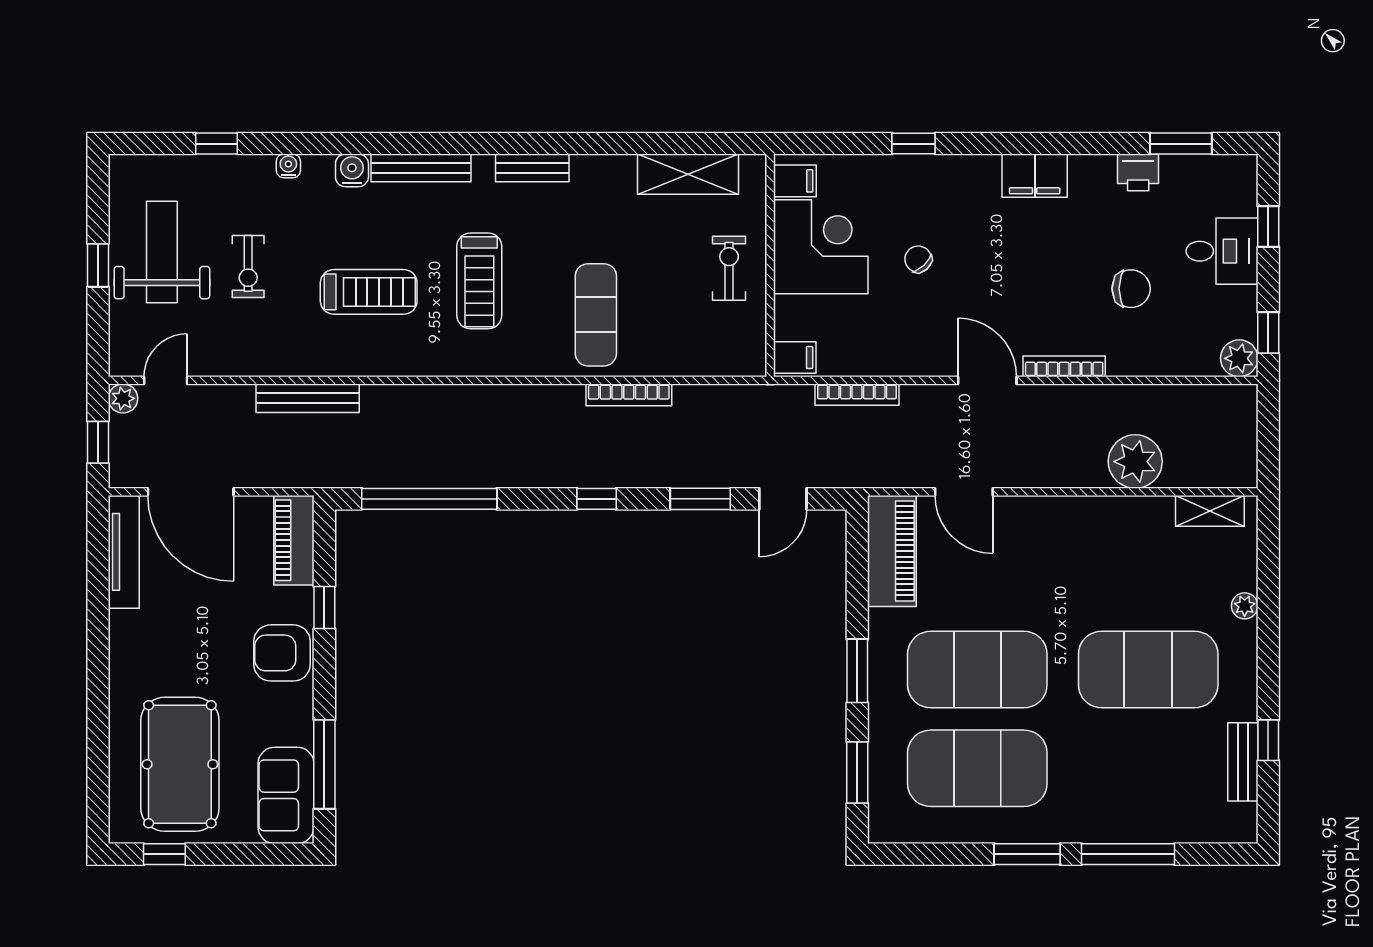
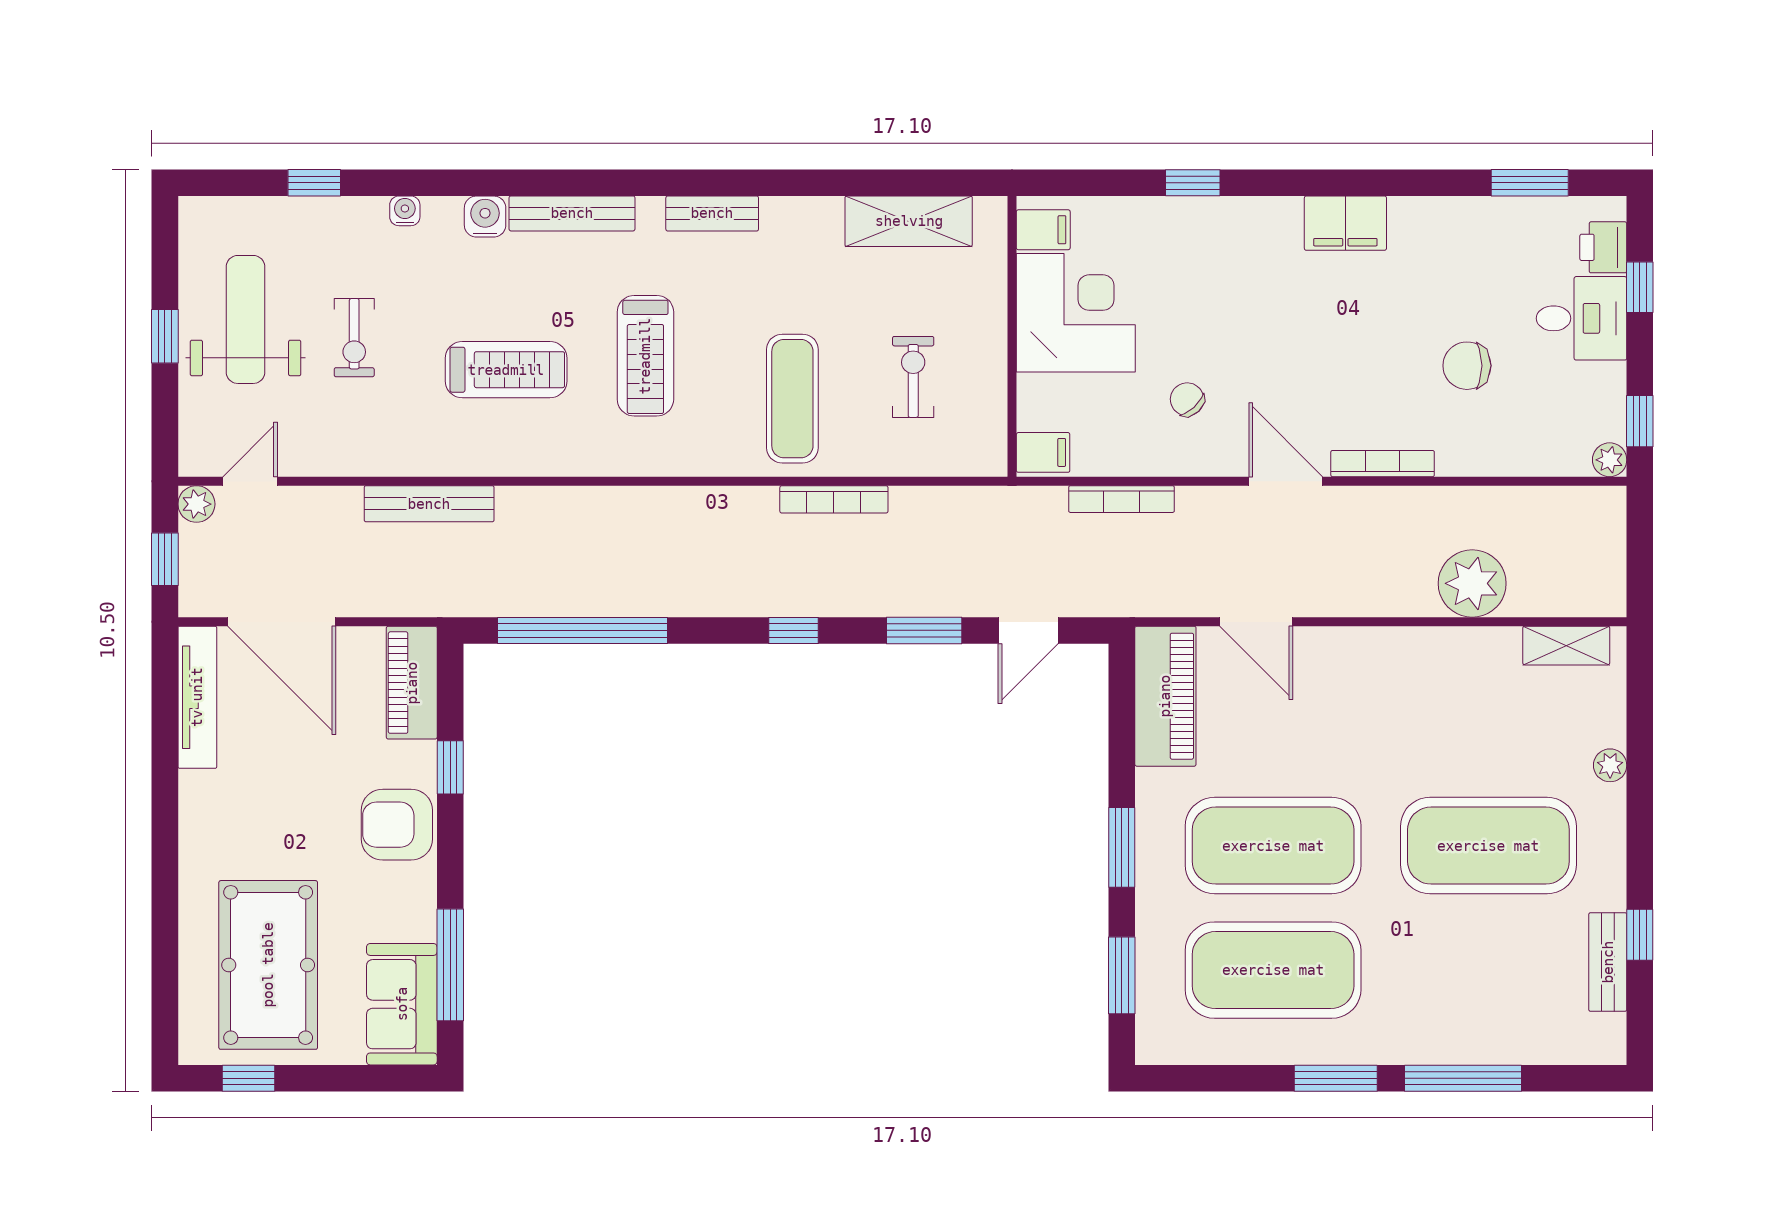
printer: (1138, 172) -> (1603, 247), moved, turned 90
chair: (918, 259) -> (1187, 399), moved
exercise bike: (729, 268) -> (913, 377), moved
chair: (1131, 289) -> (1467, 366), turned 180
plant: (1239, 358) -> (1610, 460), width x0.73, depth x0.73

